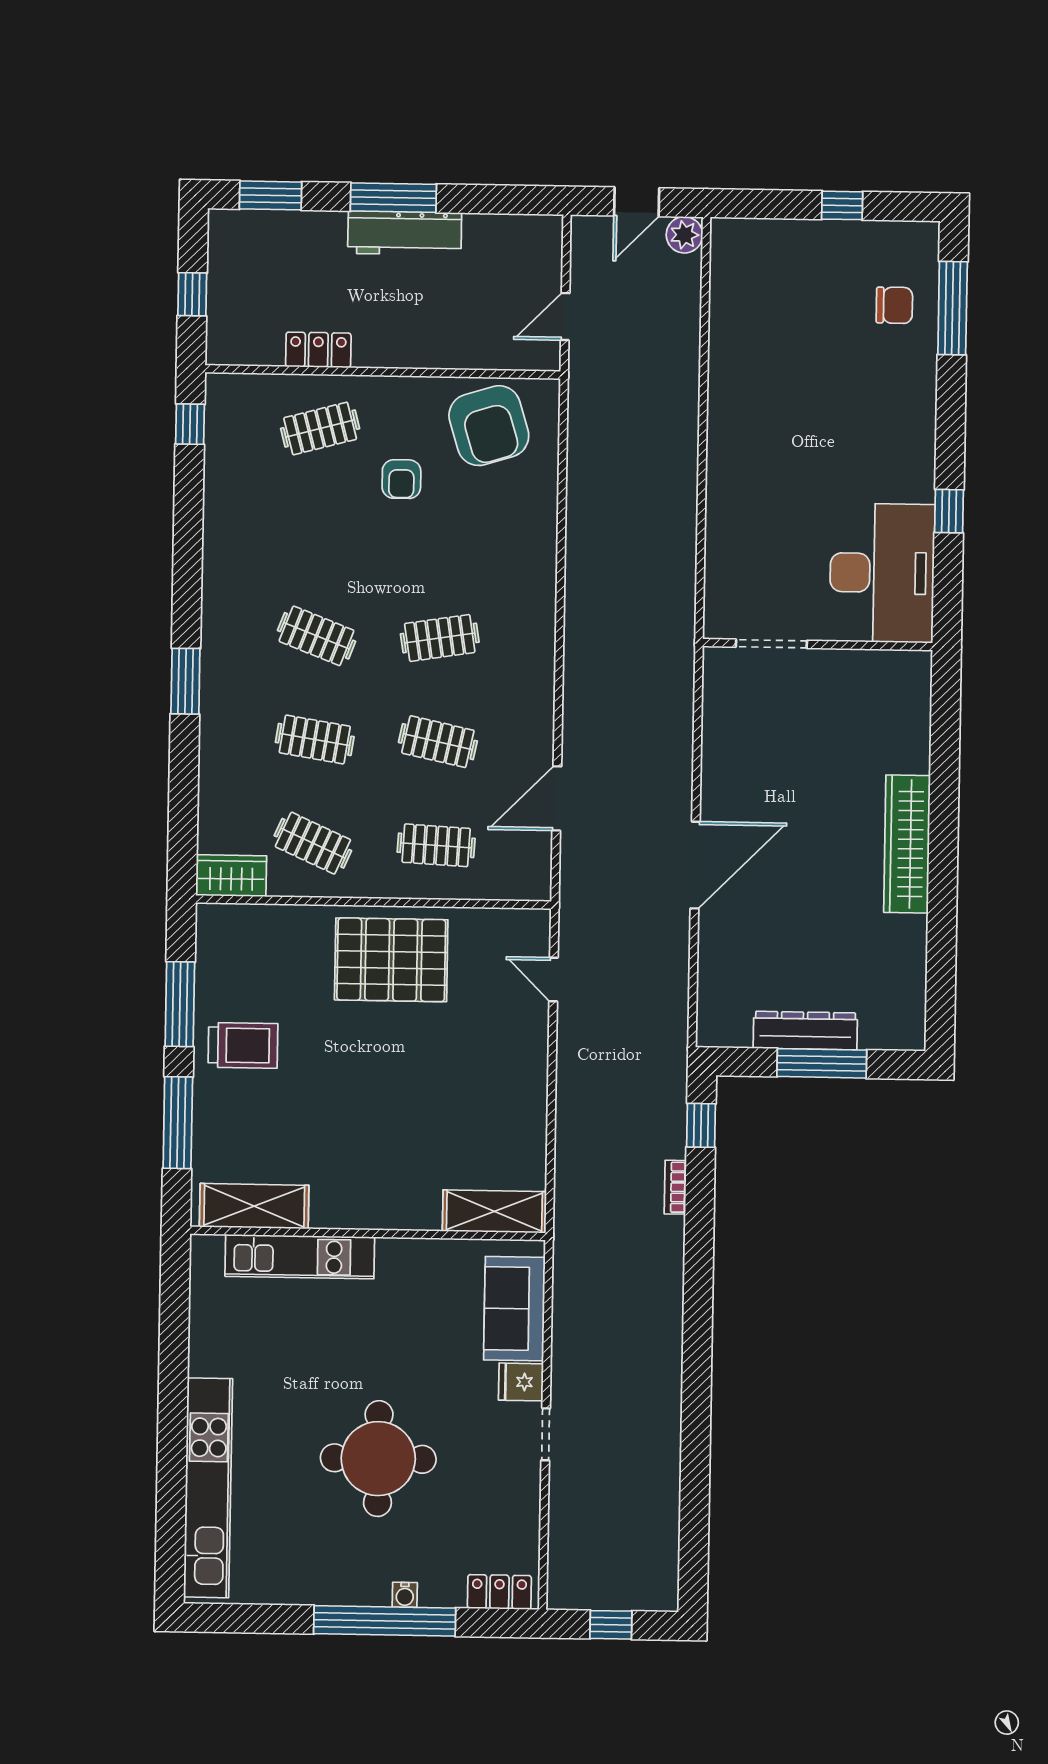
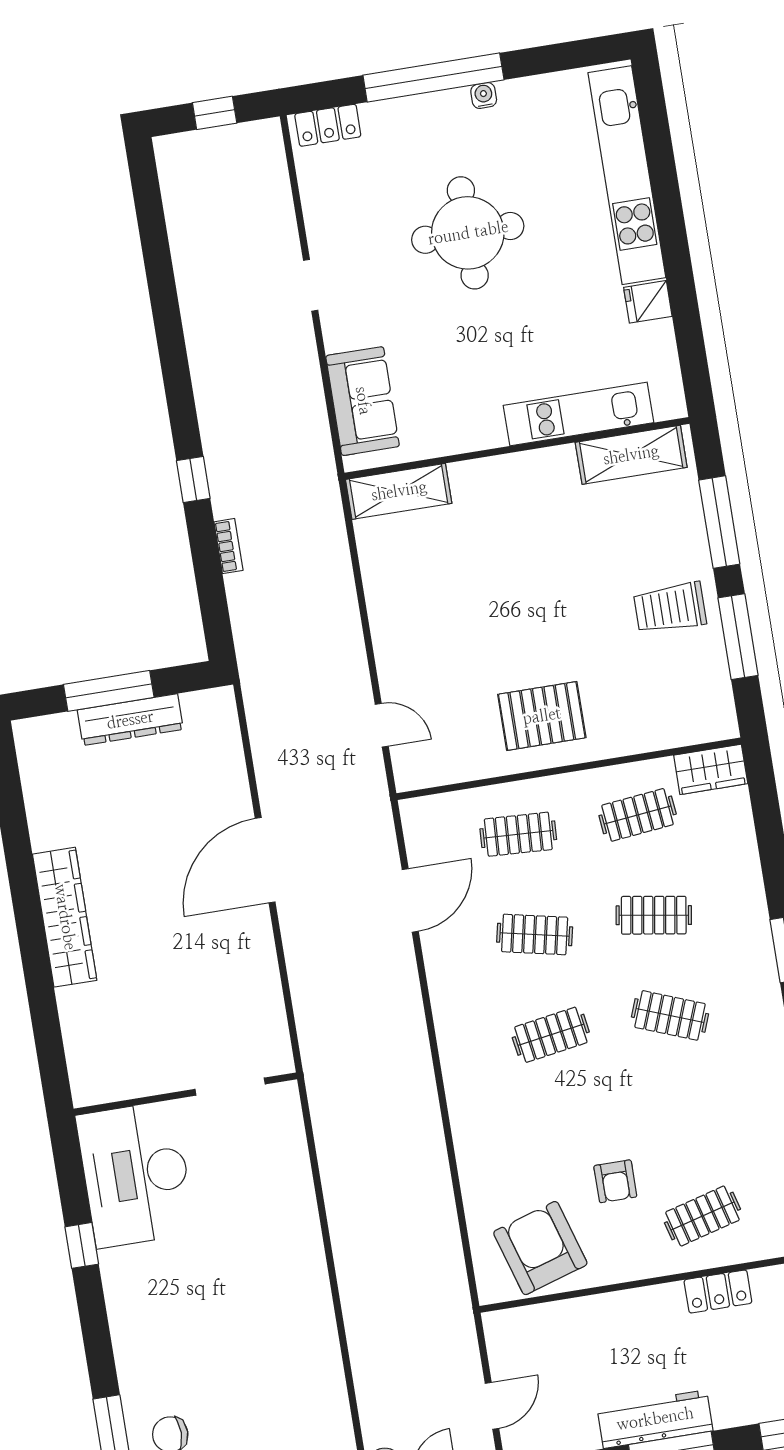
door: (565, 317) -> (492, 1406), moved
armchair: (401, 479) -> (615, 1181), turned 180
clothes rail: (313, 843) -> (638, 815), turned -30
pallet: (391, 960) -> (542, 716), width x0.73, depth x0.71
window: (701, 1125) -> (193, 479), moved
fridge: (521, 1382) -> (648, 302), moved, turned 180
water cooler: (405, 1595) -> (484, 96), moved

